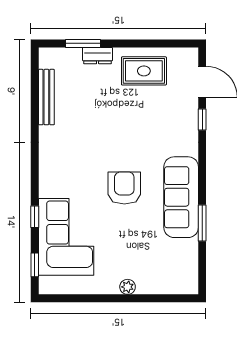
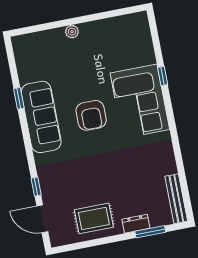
bench: (46, 97) -> (176, 199), moved
window: (202, 223) -> (19, 98), width x0.67
corner sofa: (66, 237) -> (140, 101), moved
window: (35, 265) -> (155, 35), removed

